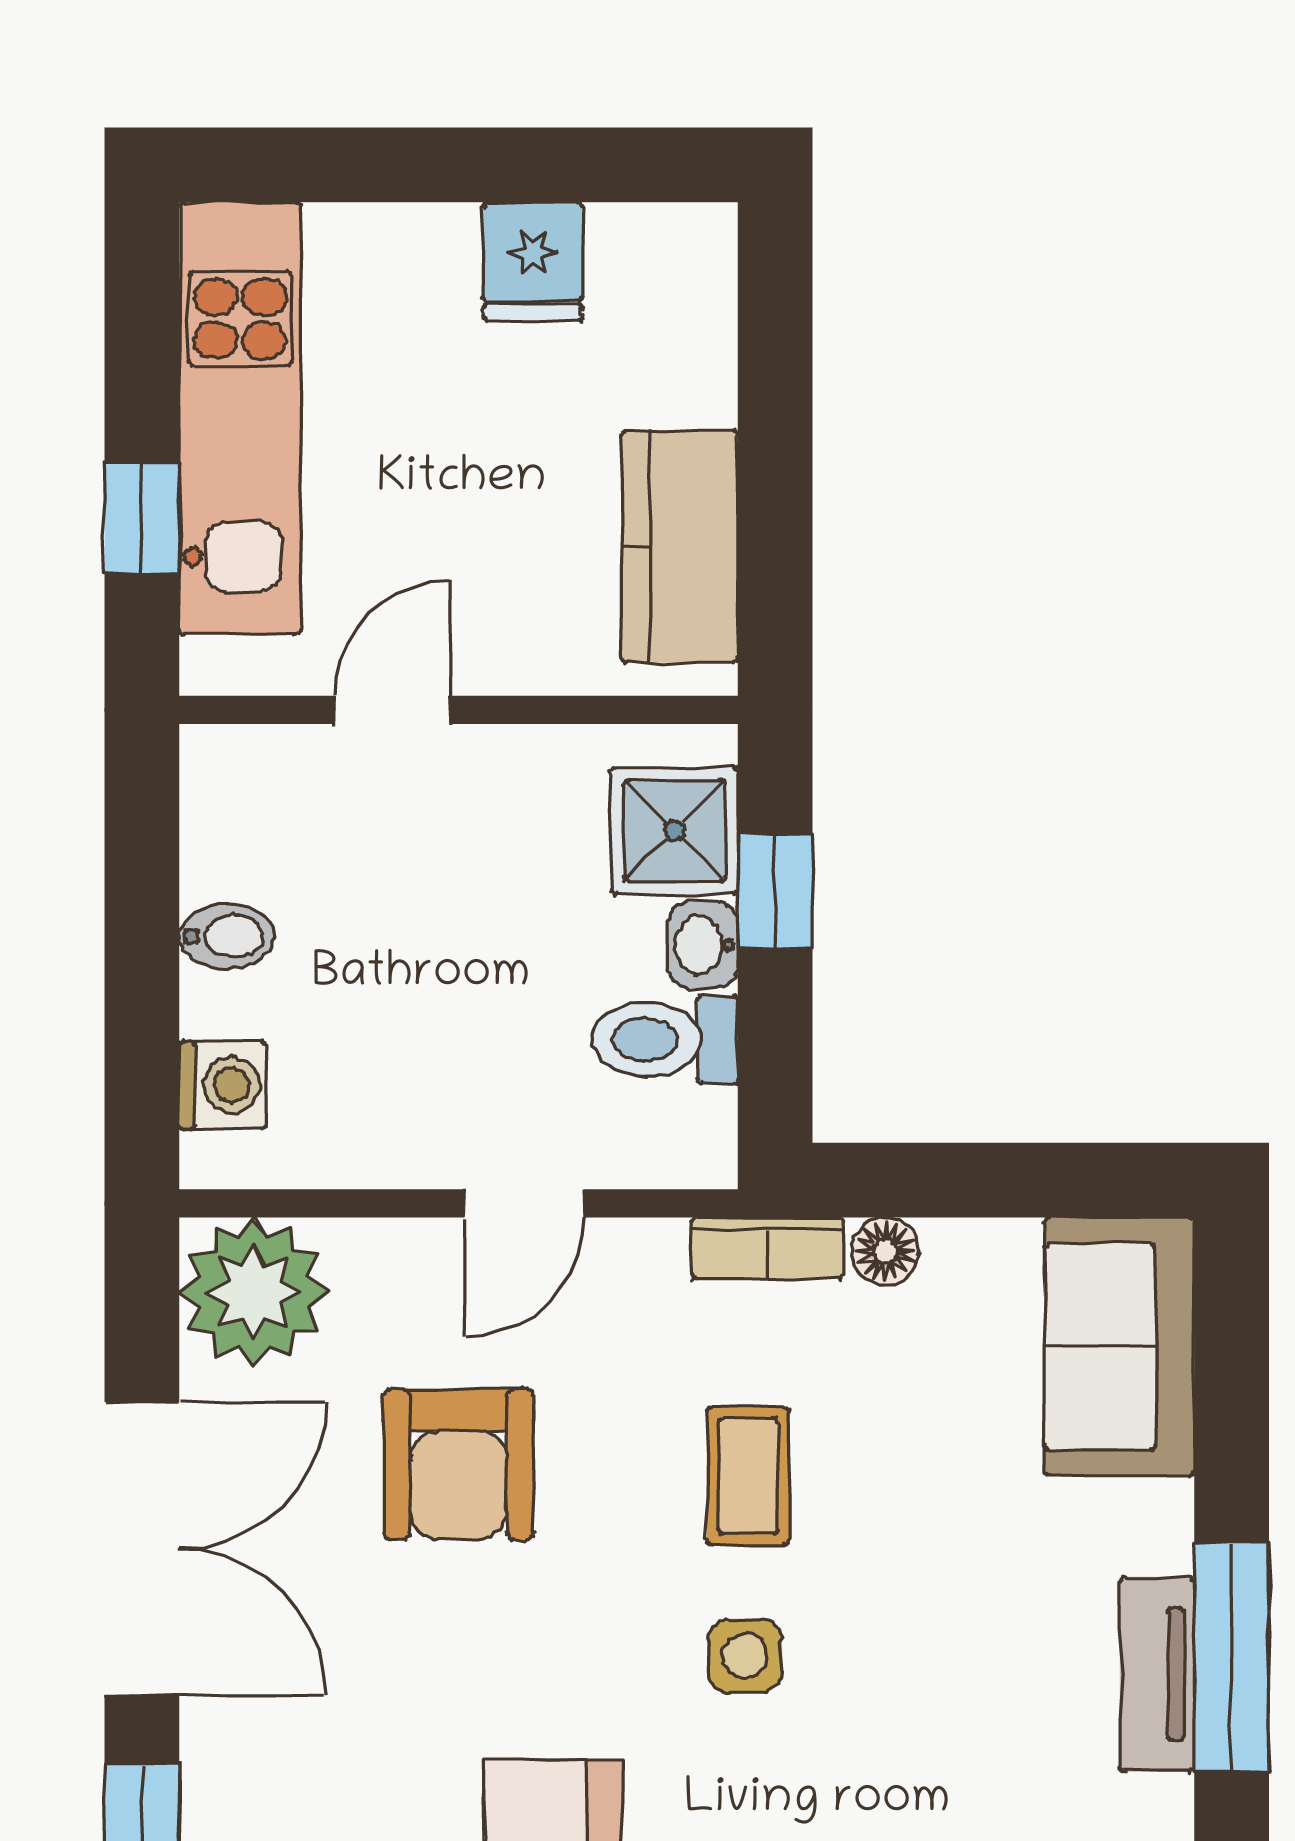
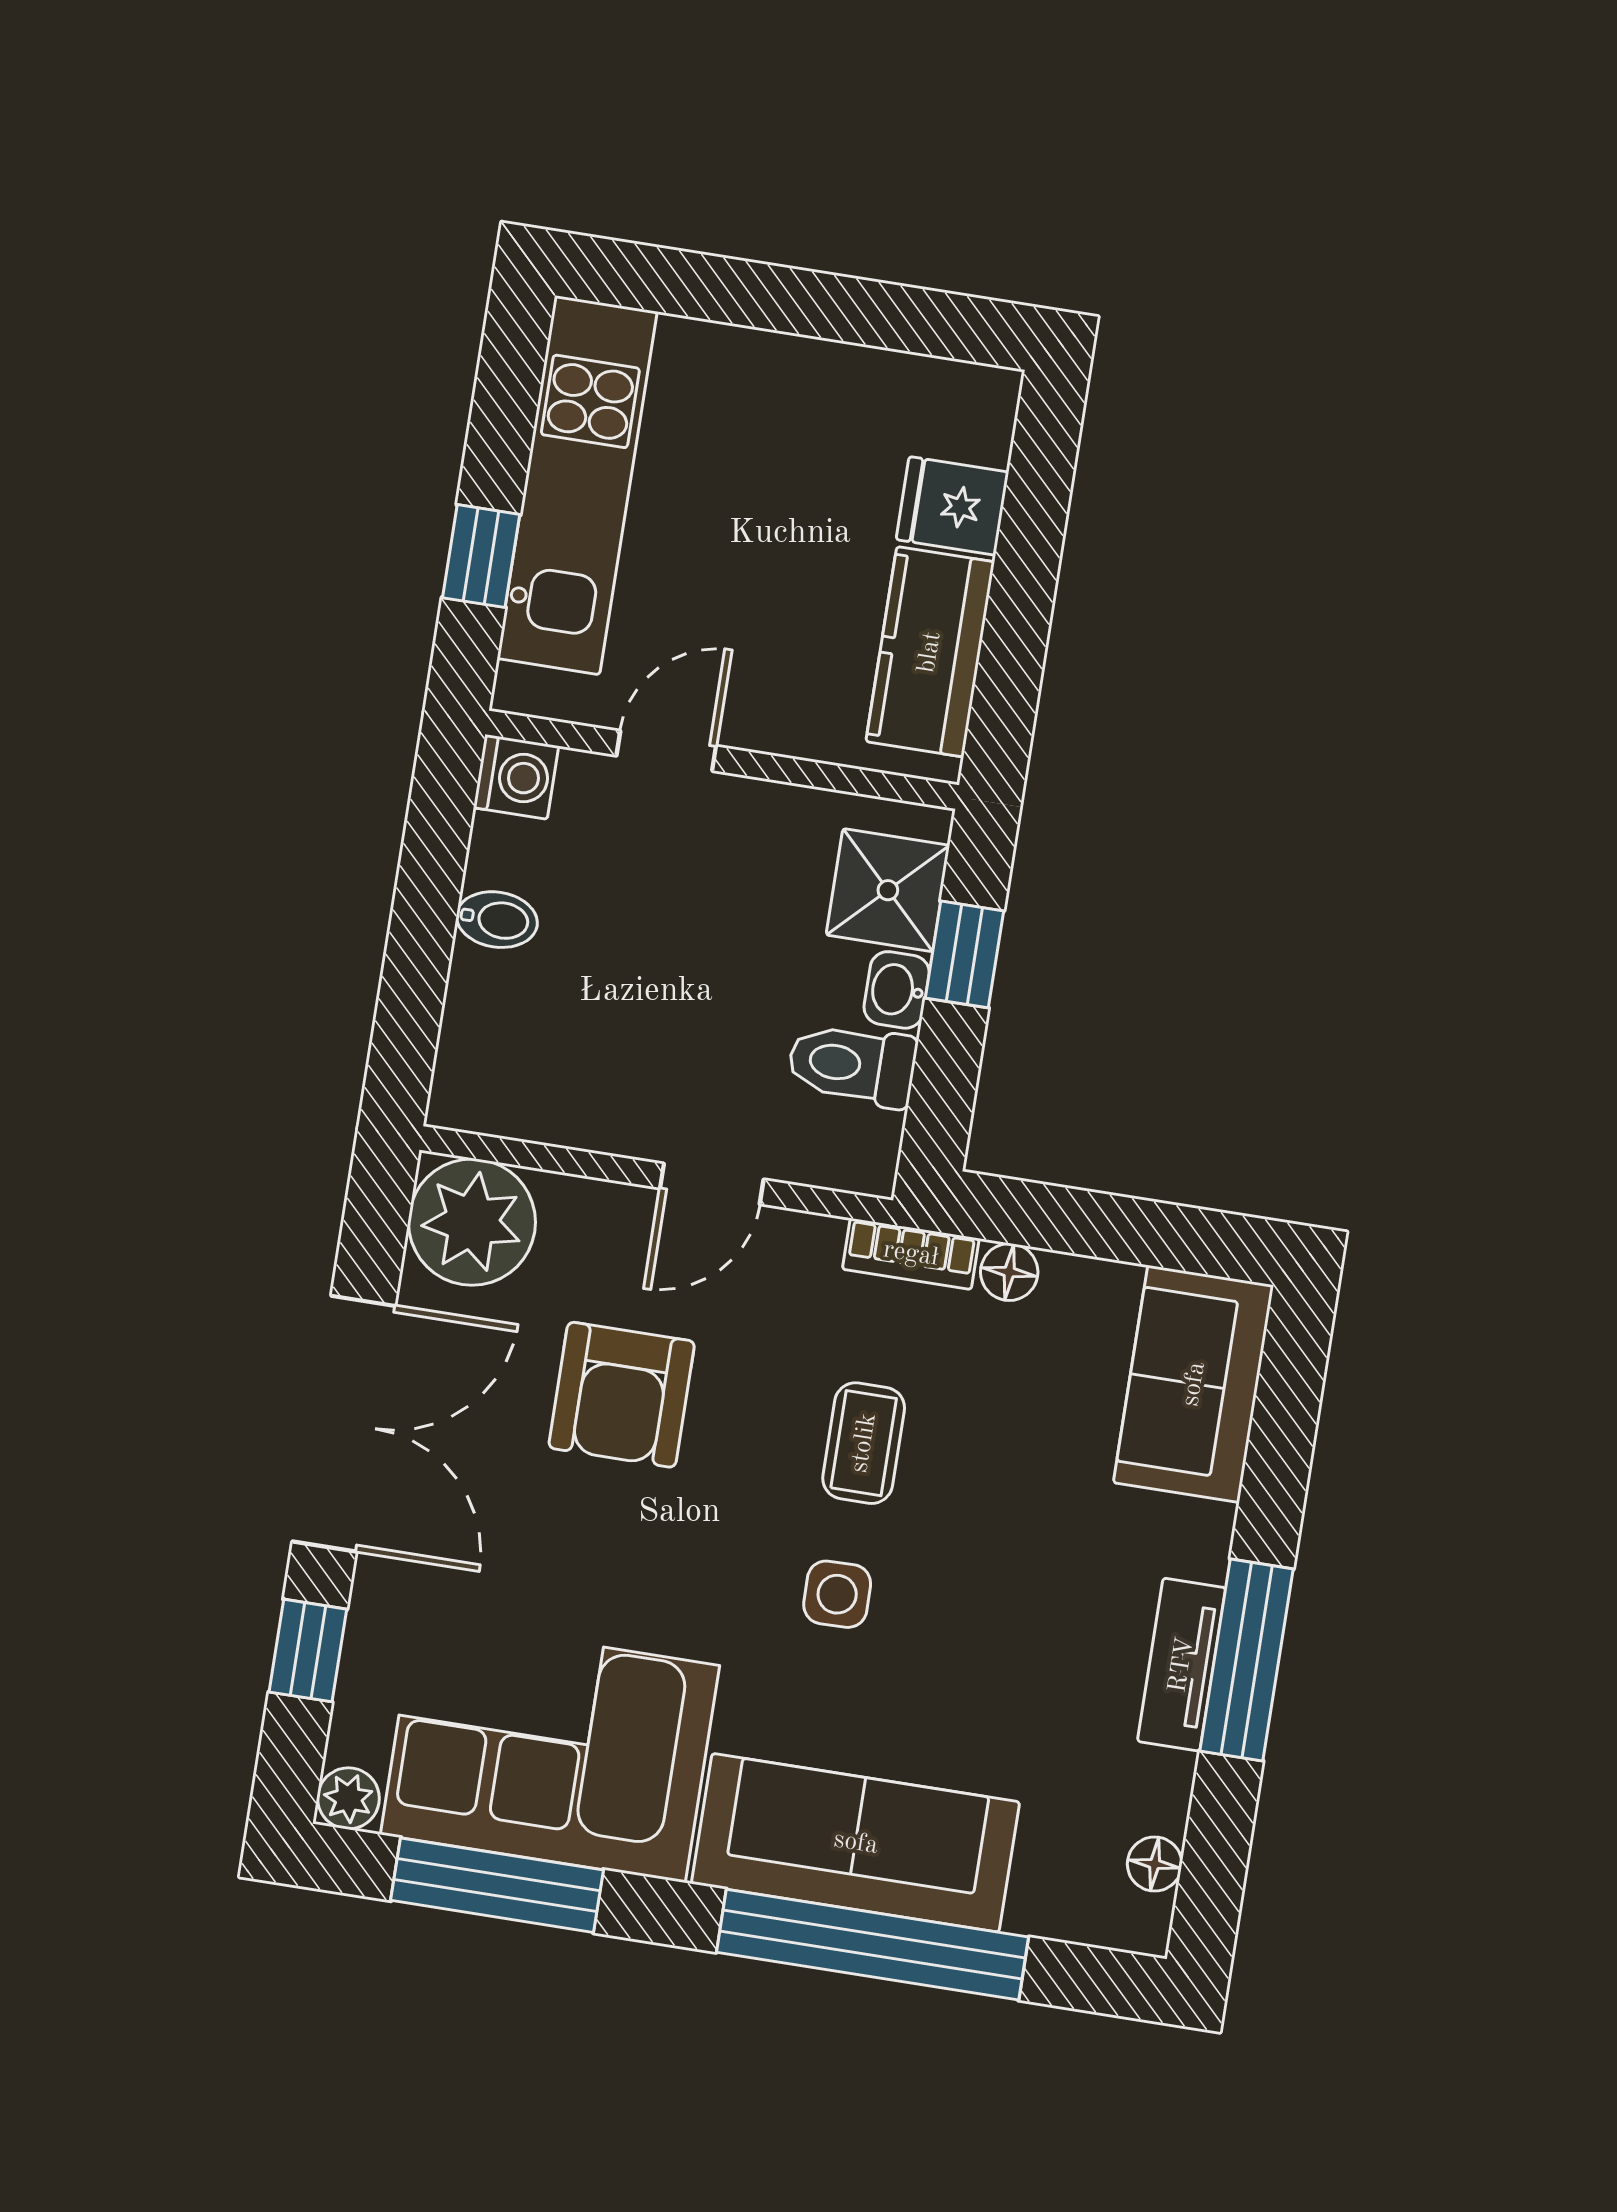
fridge: (533, 261) -> (952, 506), moved, turned 90
washing machine: (223, 1085) -> (516, 777), moved

